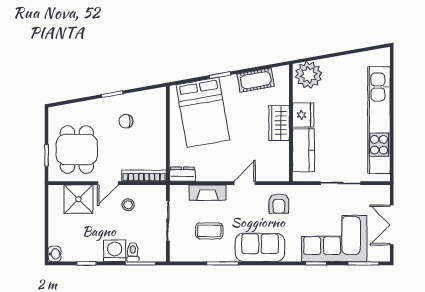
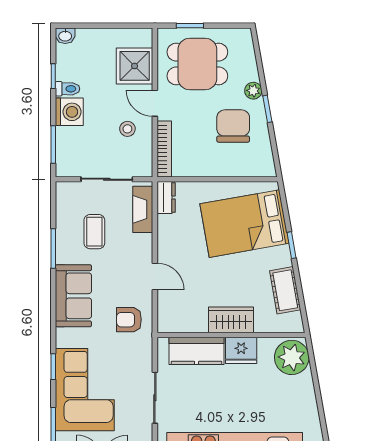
plant: (98, 105) -> (253, 91), added
chair: (126, 121) -> (233, 126), width x1.87, depth x1.87
fireplace: (207, 193) -> (143, 209), moved
toilet: (133, 252) -> (67, 89), moved

